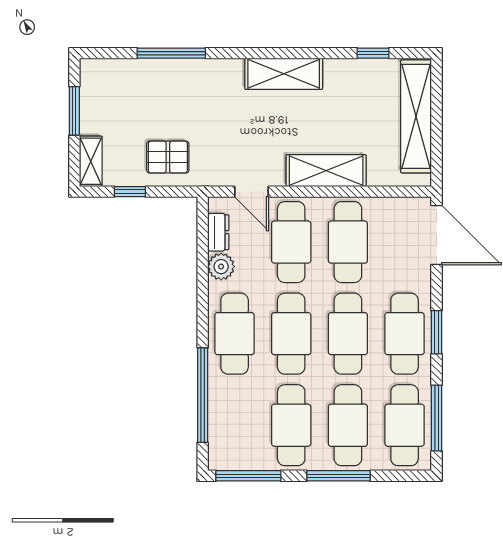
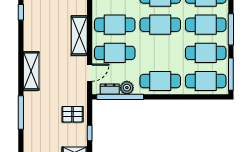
shelving: (284, 74) -> (31, 71), moved
pallet: (168, 157) -> (73, 114), turned 90
cafe table: (291, 334) -> (206, 81), moved
window: (203, 395) -> (120, 97), moved

